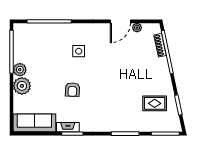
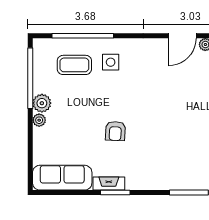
coffee table: (43, 42) -> (74, 65), added
side table: (79, 51) -> (111, 62), moved
plant: (22, 86) -> (39, 120), width x0.53, depth x0.53

